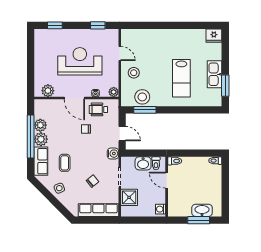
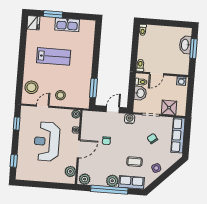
lab bench: (181, 78) -> (54, 56), moved
window: (225, 86) -> (53, 14), moved
stool: (142, 97) -> (31, 87), moved
wheelchair: (98, 109) -> (90, 129), removed
plant: (40, 125) -> (85, 179), moved

